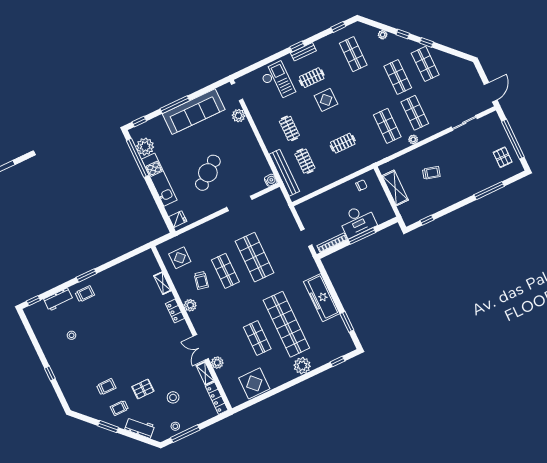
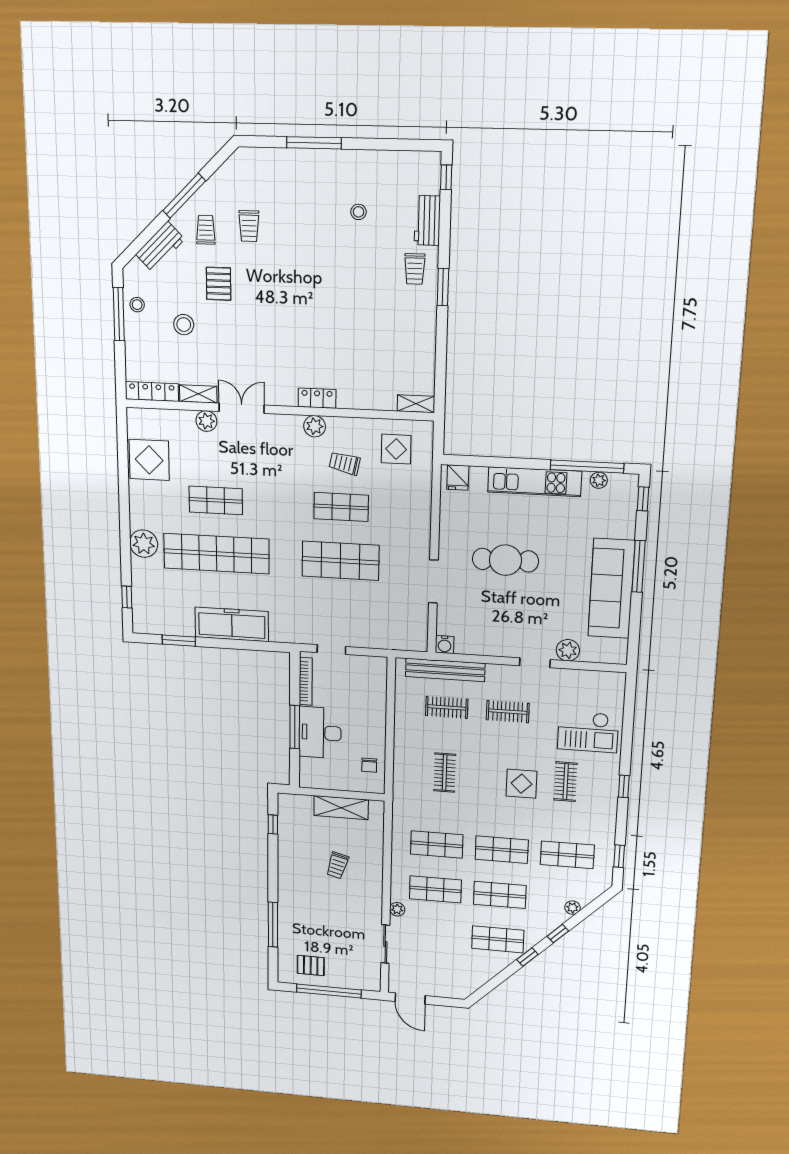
bench: (303, 52) -> (611, 791), removed
shop shelf: (370, 90) -> (502, 850), added
doorway: (237, 92) -> (535, 663), moved
plant: (413, 139) -> (397, 909), moved
plant: (145, 147) -> (599, 480), width x0.53, depth x0.53
cafe table: (208, 173) -> (505, 560), turned -52
shelving: (163, 283) -> (416, 404), moved
window: (50, 373) -> (314, 143), width x2.17
window: (108, 427) -> (184, 196), width x1.44

